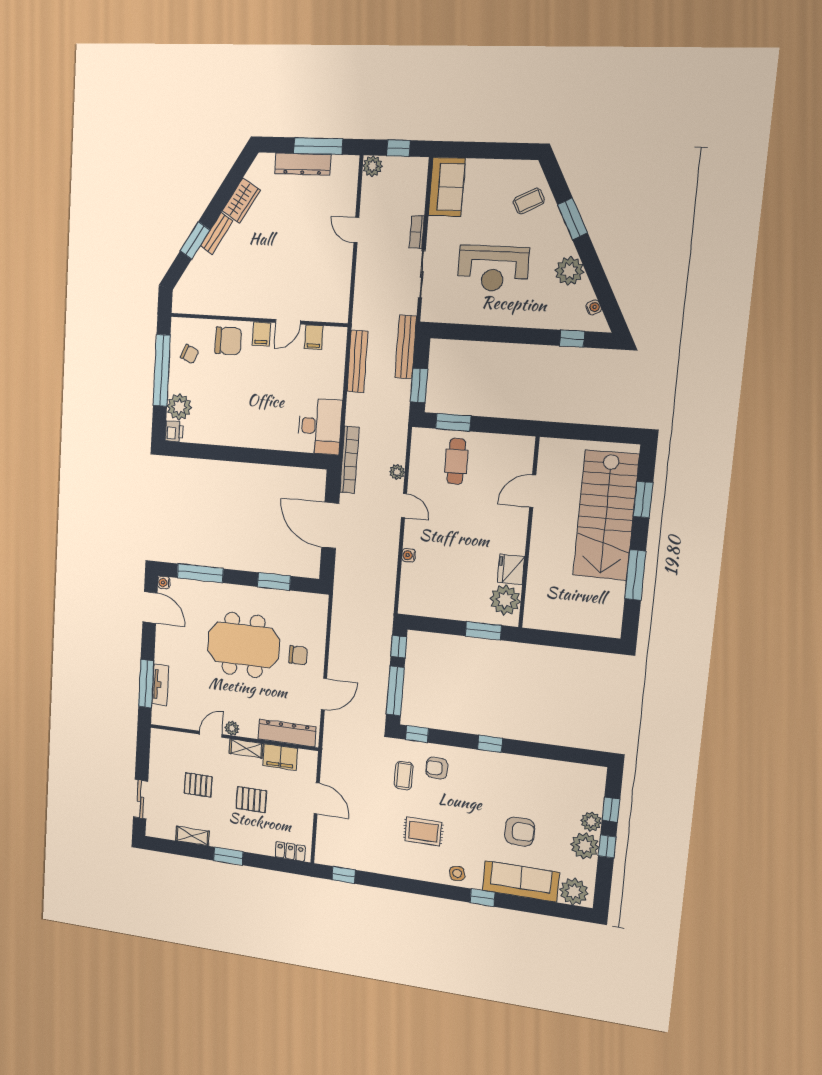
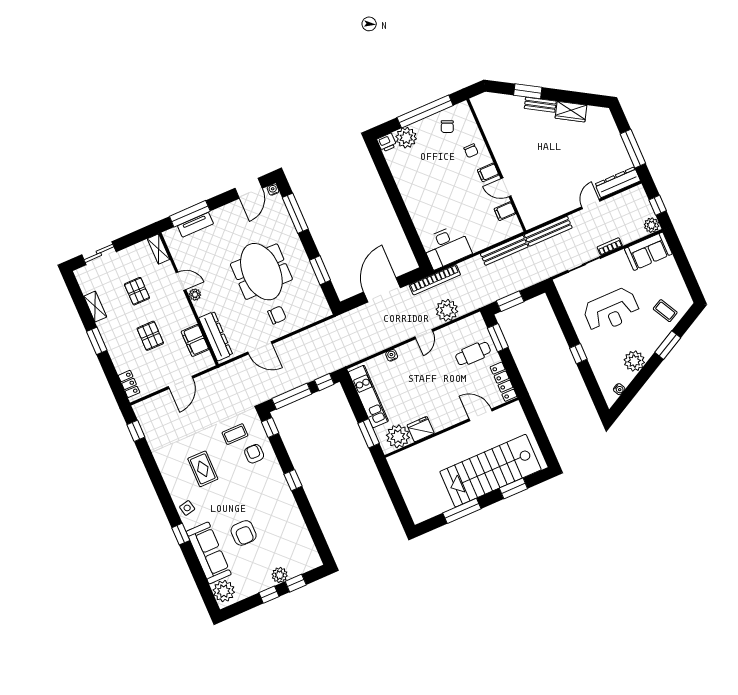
dresser: (303, 164) -> (618, 182), moved, turned 90
plant: (373, 166) -> (652, 225), moved
reception desk: (493, 269) -> (611, 310), turned -90
window: (572, 339) -> (578, 354), moved
chair: (228, 341) -> (471, 151), width x0.54, depth x0.54
bench: (406, 347) -> (548, 231), moved
locker: (508, 443) -> (503, 382), added
plant: (397, 472) -> (447, 310), width x1.88, depth x1.88
kitchen unit: (441, 607) -> (368, 397), added
chair: (298, 655) -> (277, 315), turned -90
shelving: (246, 748) -> (159, 249), moved
plant: (585, 846) -> (260, 580), removed

